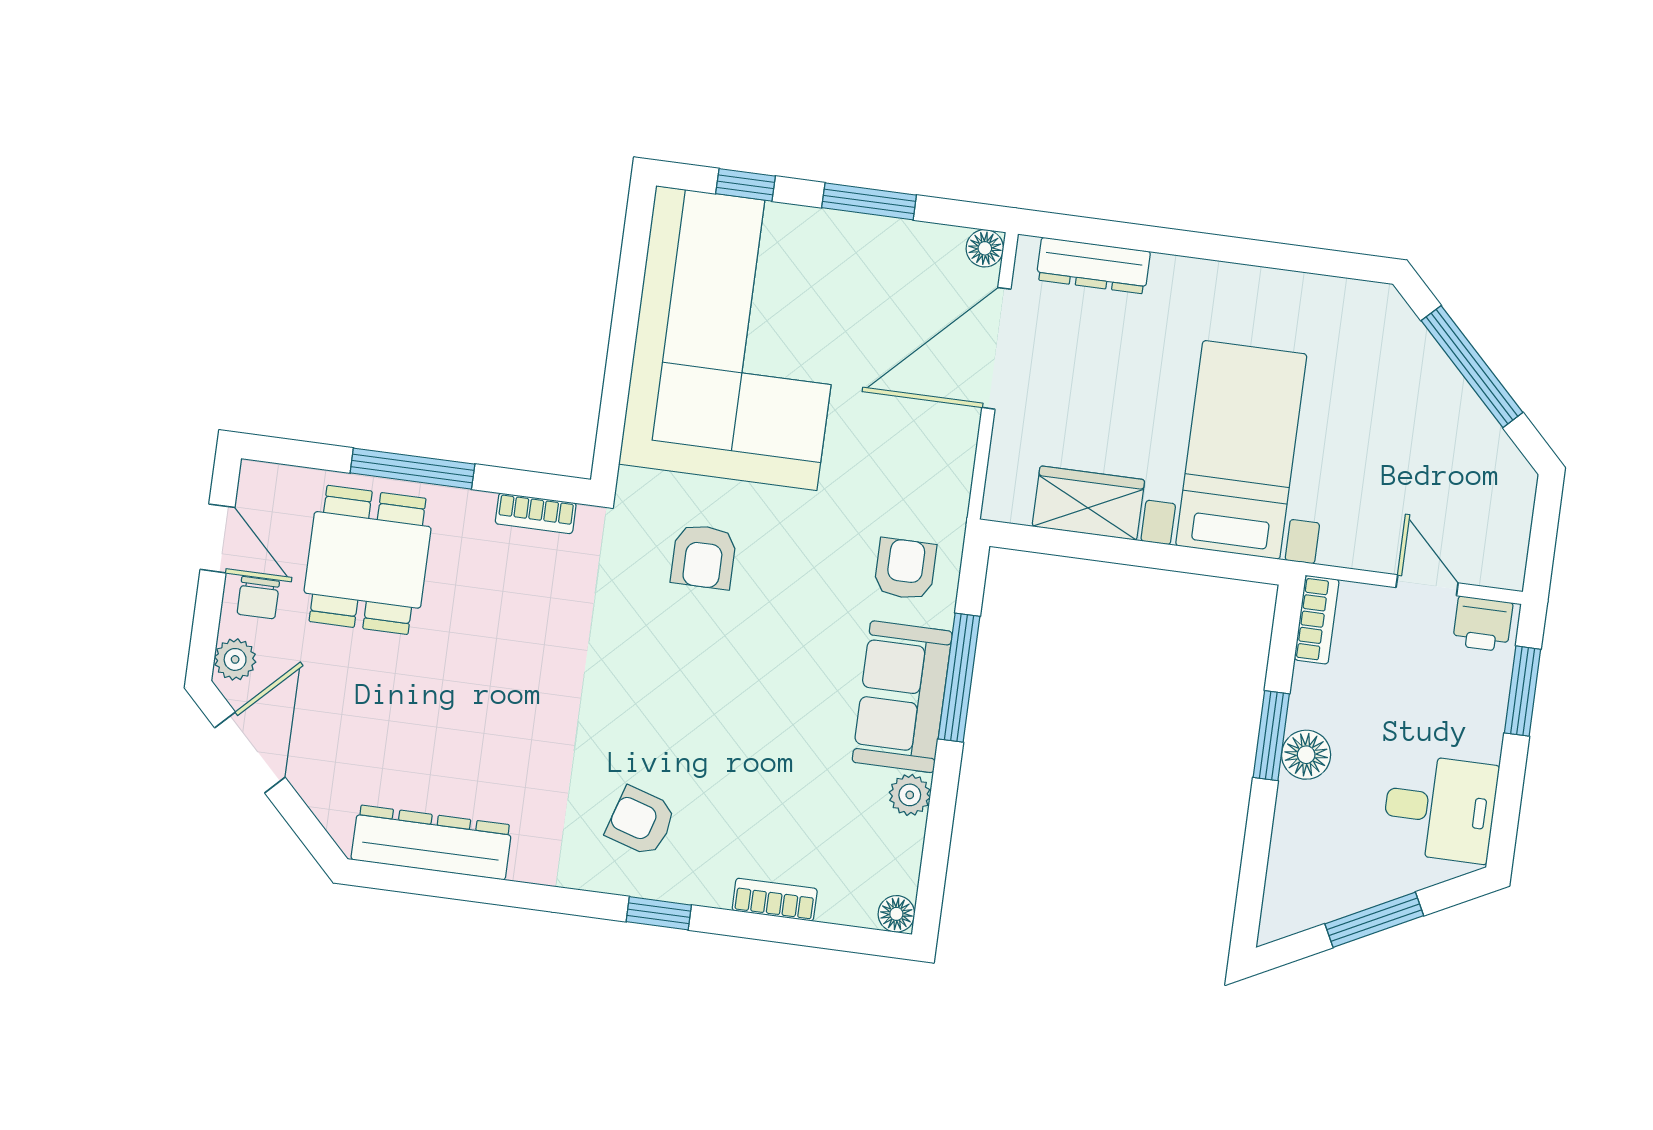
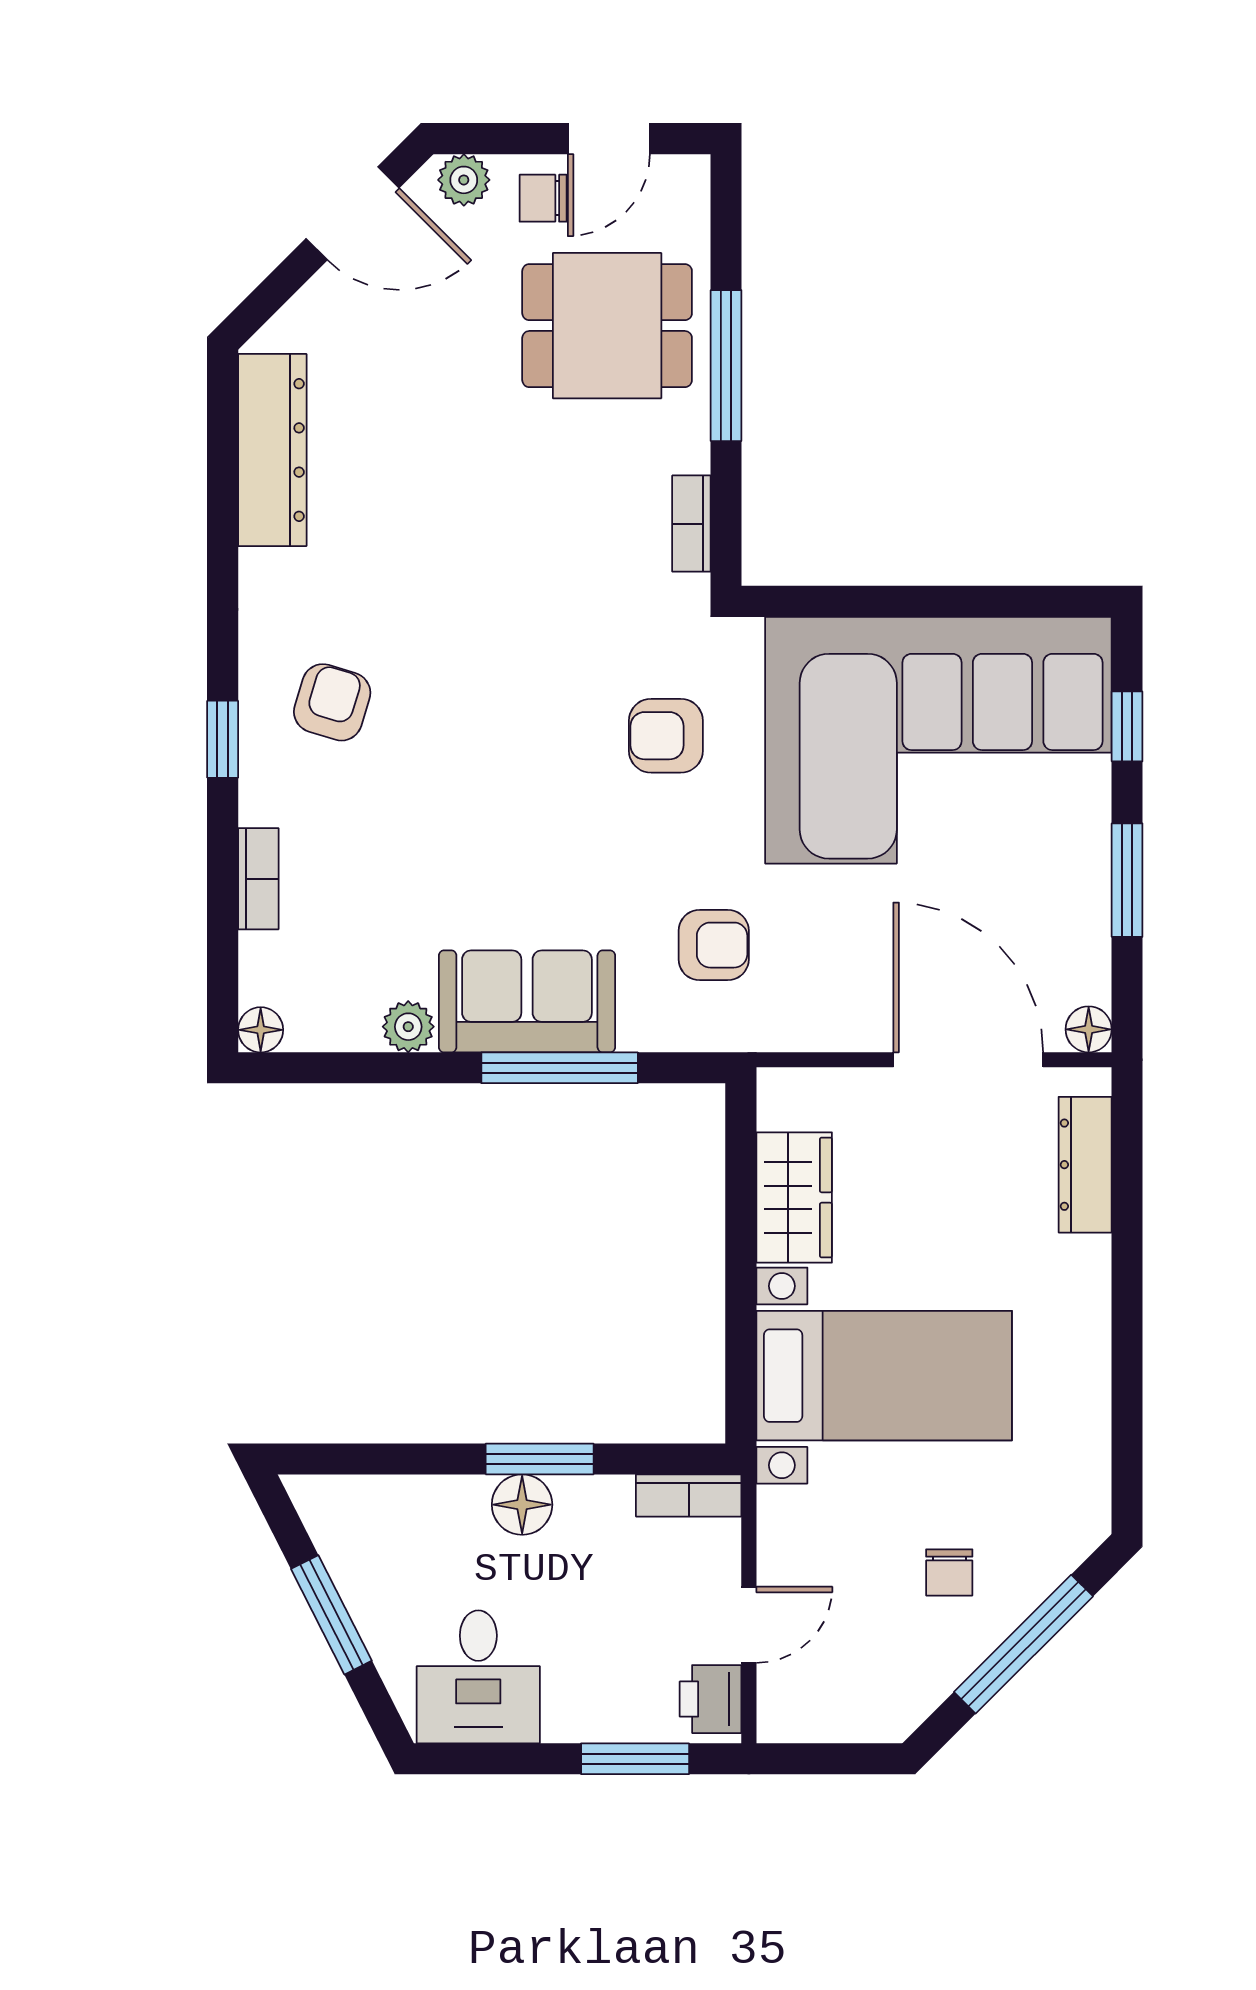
chair: (1406, 419) -> (949, 1572), added
armchair: (905, 569) -> (714, 945), moved

